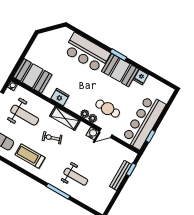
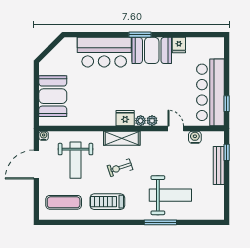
booth: (33, 76) -> (53, 96), moved, turned 90
fridge: (60, 97) -> (125, 118), moved
cafe table: (108, 109) -> (162, 100), removed
weight bench: (25, 115) -> (75, 160), turned 90
water cooler: (93, 133) -> (195, 137), moved
door: (106, 133) -> (176, 129), swing flipped
weight bench: (76, 177) -> (170, 195), width x1.36, depth x1.33

